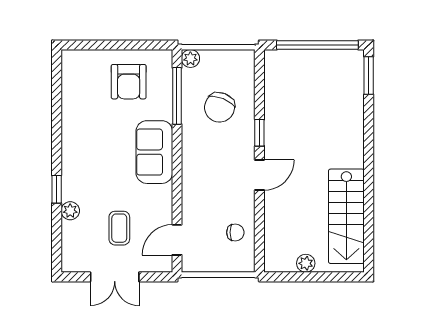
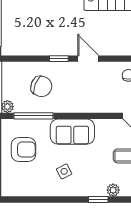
side table: (97, 140) -> (64, 171), added

